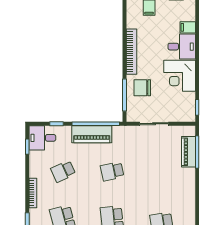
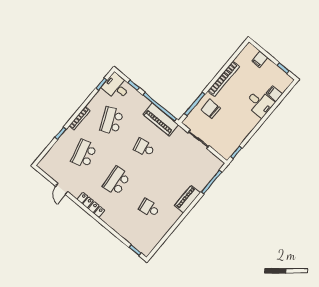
corner desk: (180, 76) -> (242, 122), removed
piano: (92, 134) -> (161, 120), moved
piano: (188, 152) -> (187, 199), moved
school desk: (63, 171) -> (112, 121), width x1.85

